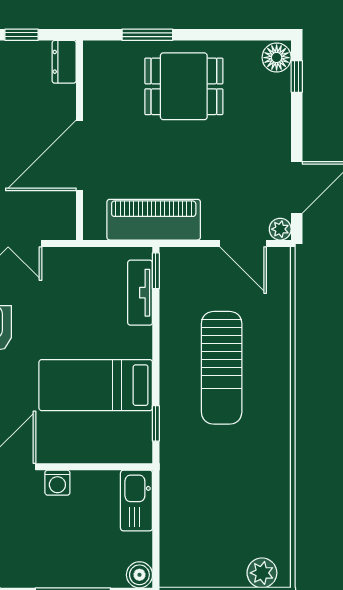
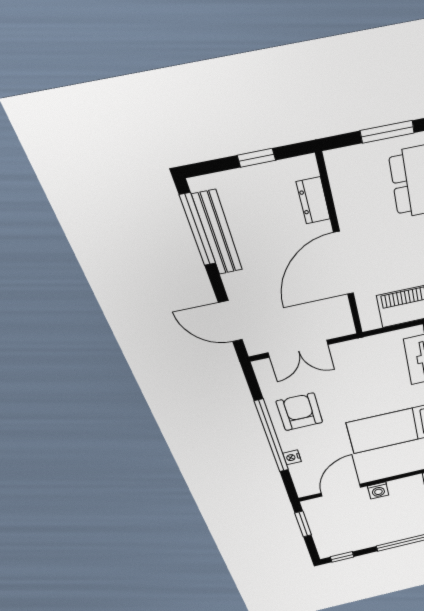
dresser: (64, 62) -> (313, 201), moved

